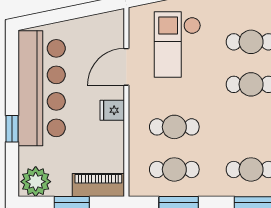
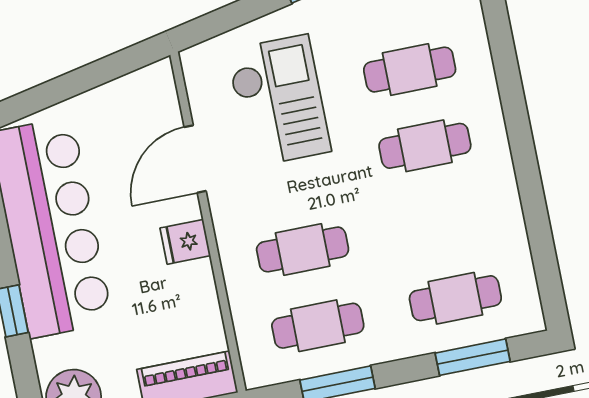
checkout: (177, 45) -> (279, 101), turned 180

